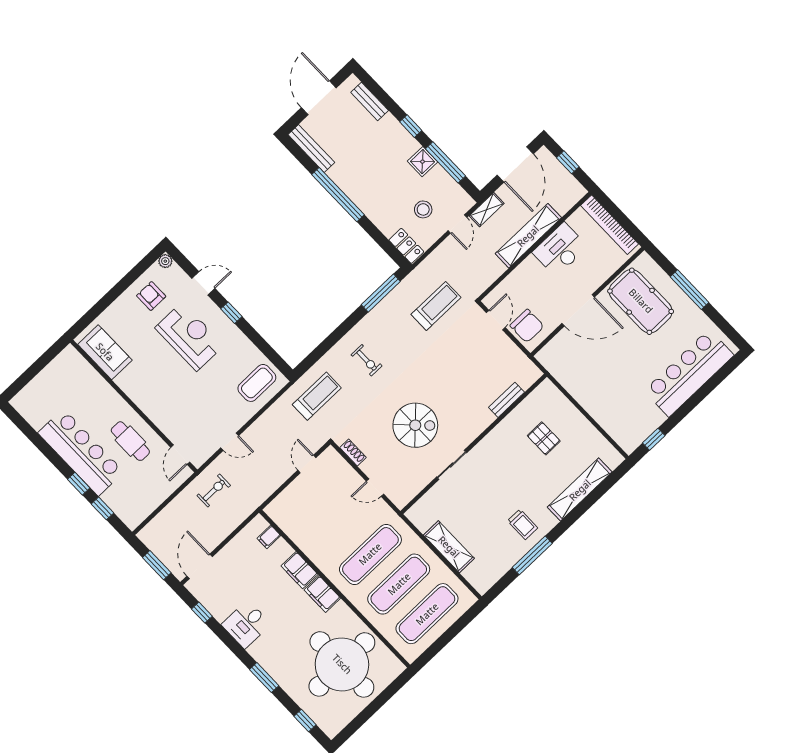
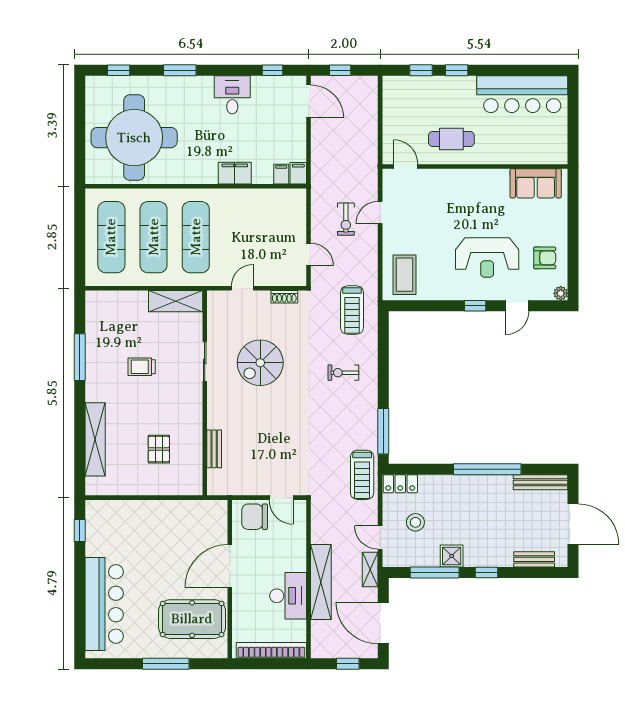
treadmill: (436, 306) -> (362, 475), moved
pallet: (544, 438) -> (159, 449), turned 90
bar counter: (81, 452) -> (522, 94), moved
exercise bike: (214, 490) -> (346, 219), moved
trolley: (523, 524) -> (142, 367), moved
shelving: (449, 547) -> (176, 301), moved
window: (157, 565) -> (340, 70), width x0.67
filing cabinet: (322, 594) -> (298, 173), moved, width x0.50

